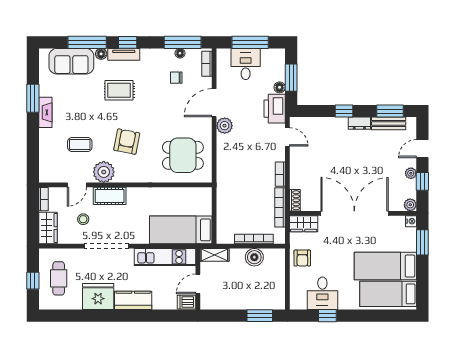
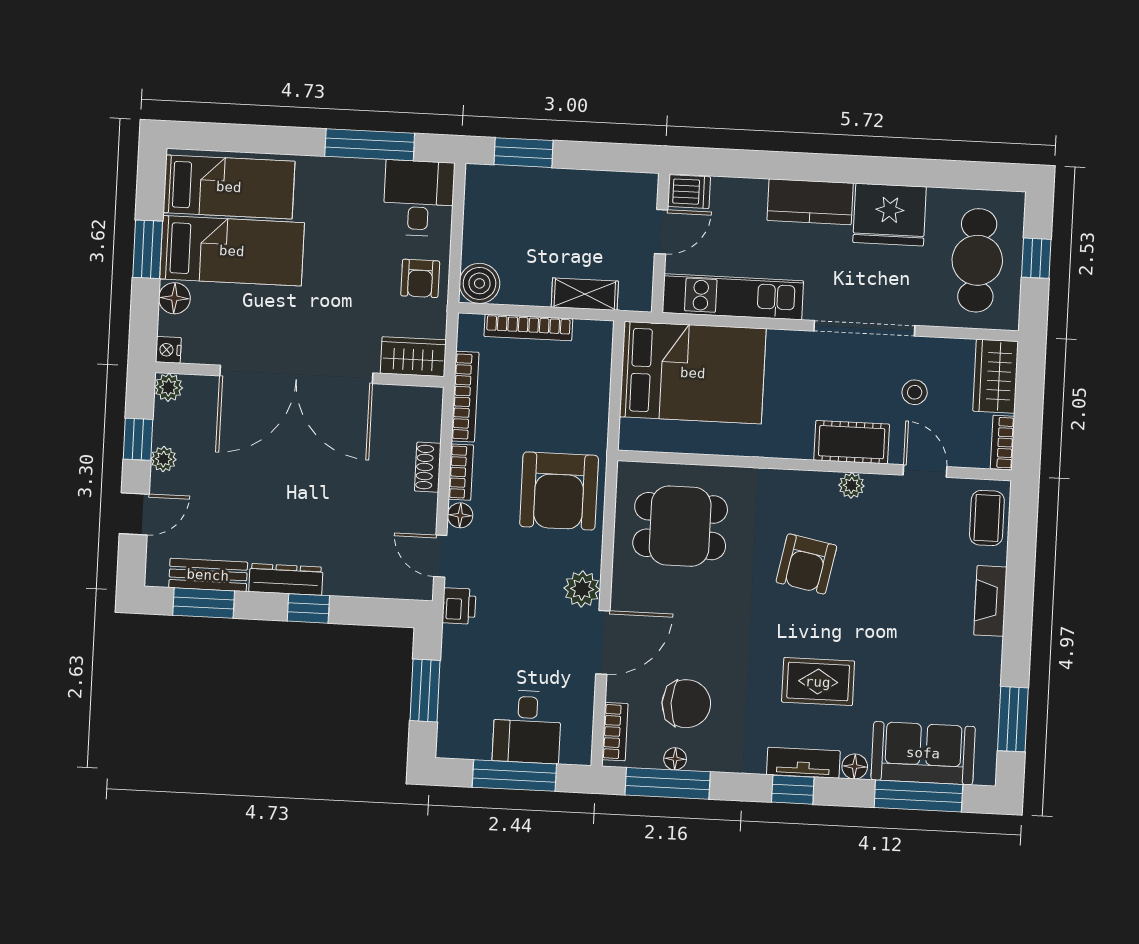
window: (87, 42) -> (918, 796), moved
chair: (176, 78) -> (686, 704), width x1.87, depth x1.87
floor lamp: (280, 87) -> (460, 515), moved
window: (33, 98) -> (1013, 719), moved
printer: (275, 109) -> (459, 606), width x0.53, depth x0.68
fireplace: (45, 112) -> (990, 601), moved
dresser: (359, 123) -> (286, 579), width x1.44
coffee table: (80, 144) -> (987, 518), moved, turned 90
armchair: (237, 168) -> (559, 491), added
plant: (104, 172) -> (851, 485), width x0.53, depth x0.53
door: (77, 185) -> (925, 471), hinge flipped
shoe rack: (295, 200) -> (428, 467), moved
bed: (181, 230) -> (693, 373), width x1.50
window: (422, 242) -> (148, 249), moved
floor lamp: (410, 244) -> (174, 298), added
shelving: (214, 255) -> (585, 294), moved
boiler: (254, 257) -> (479, 283), moved
armchair: (302, 258) -> (420, 278), turned 180
cafe table: (59, 278) -> (977, 260), width x1.37, depth x1.35
desk: (322, 293) -> (419, 198), moved
window: (327, 316) -> (370, 145), width x2.17

